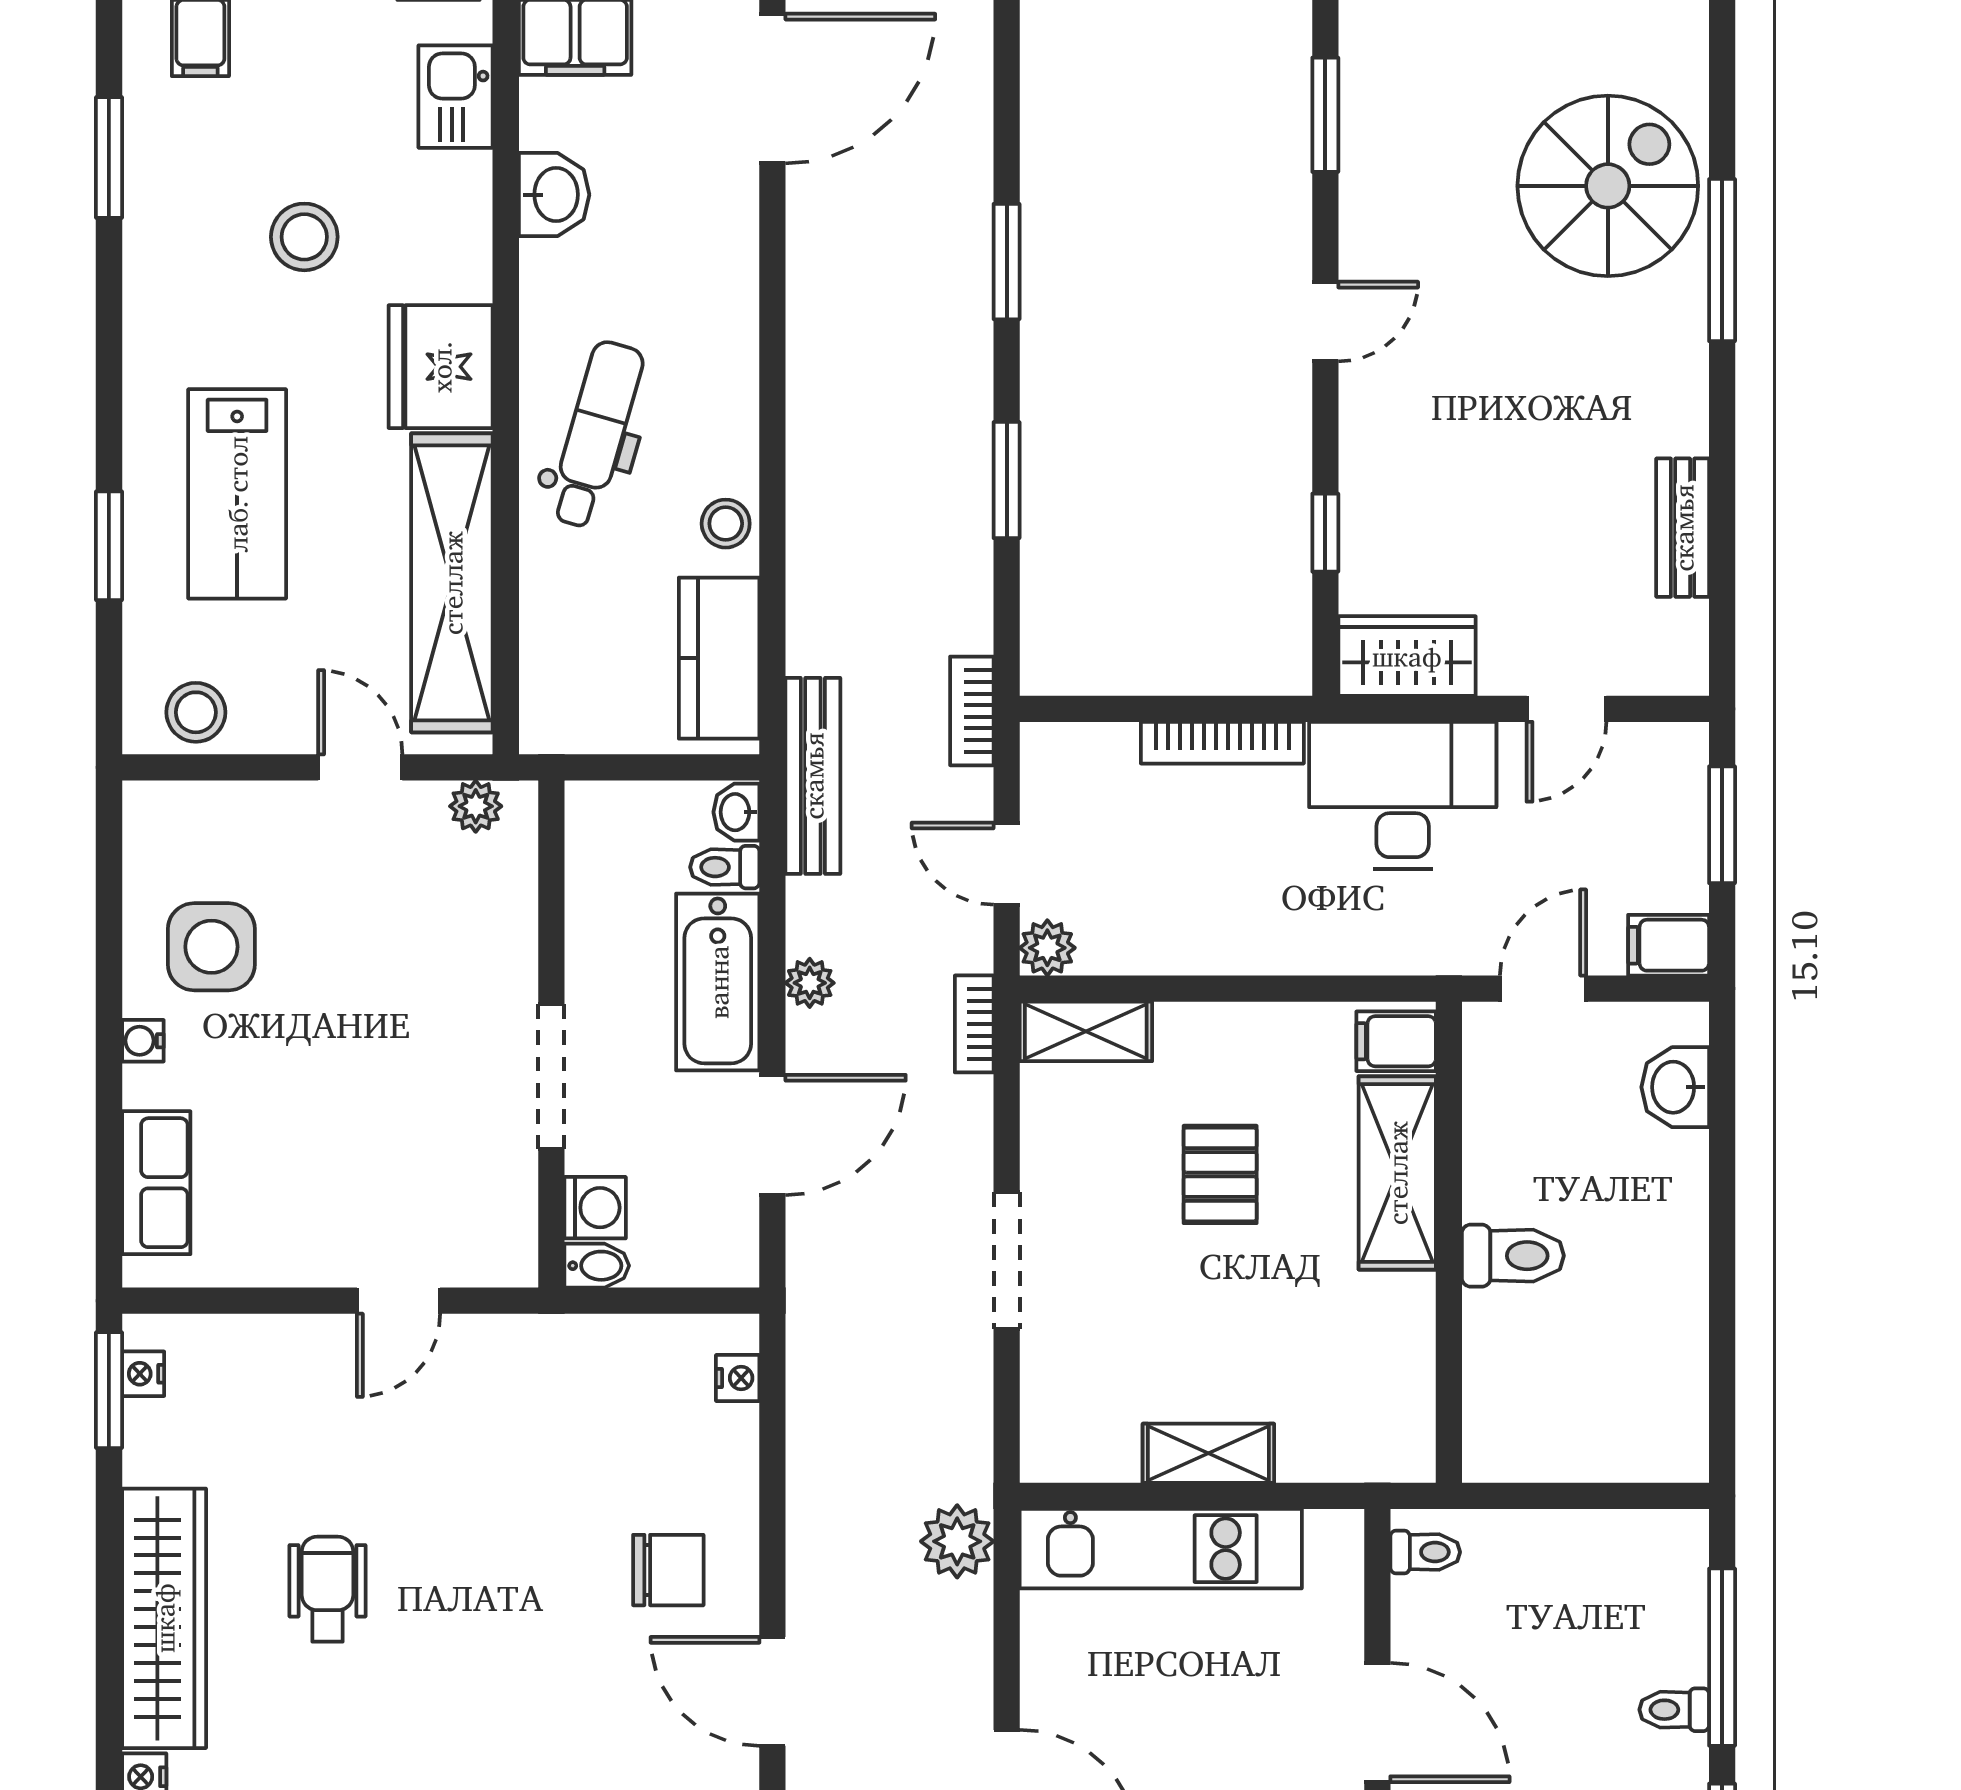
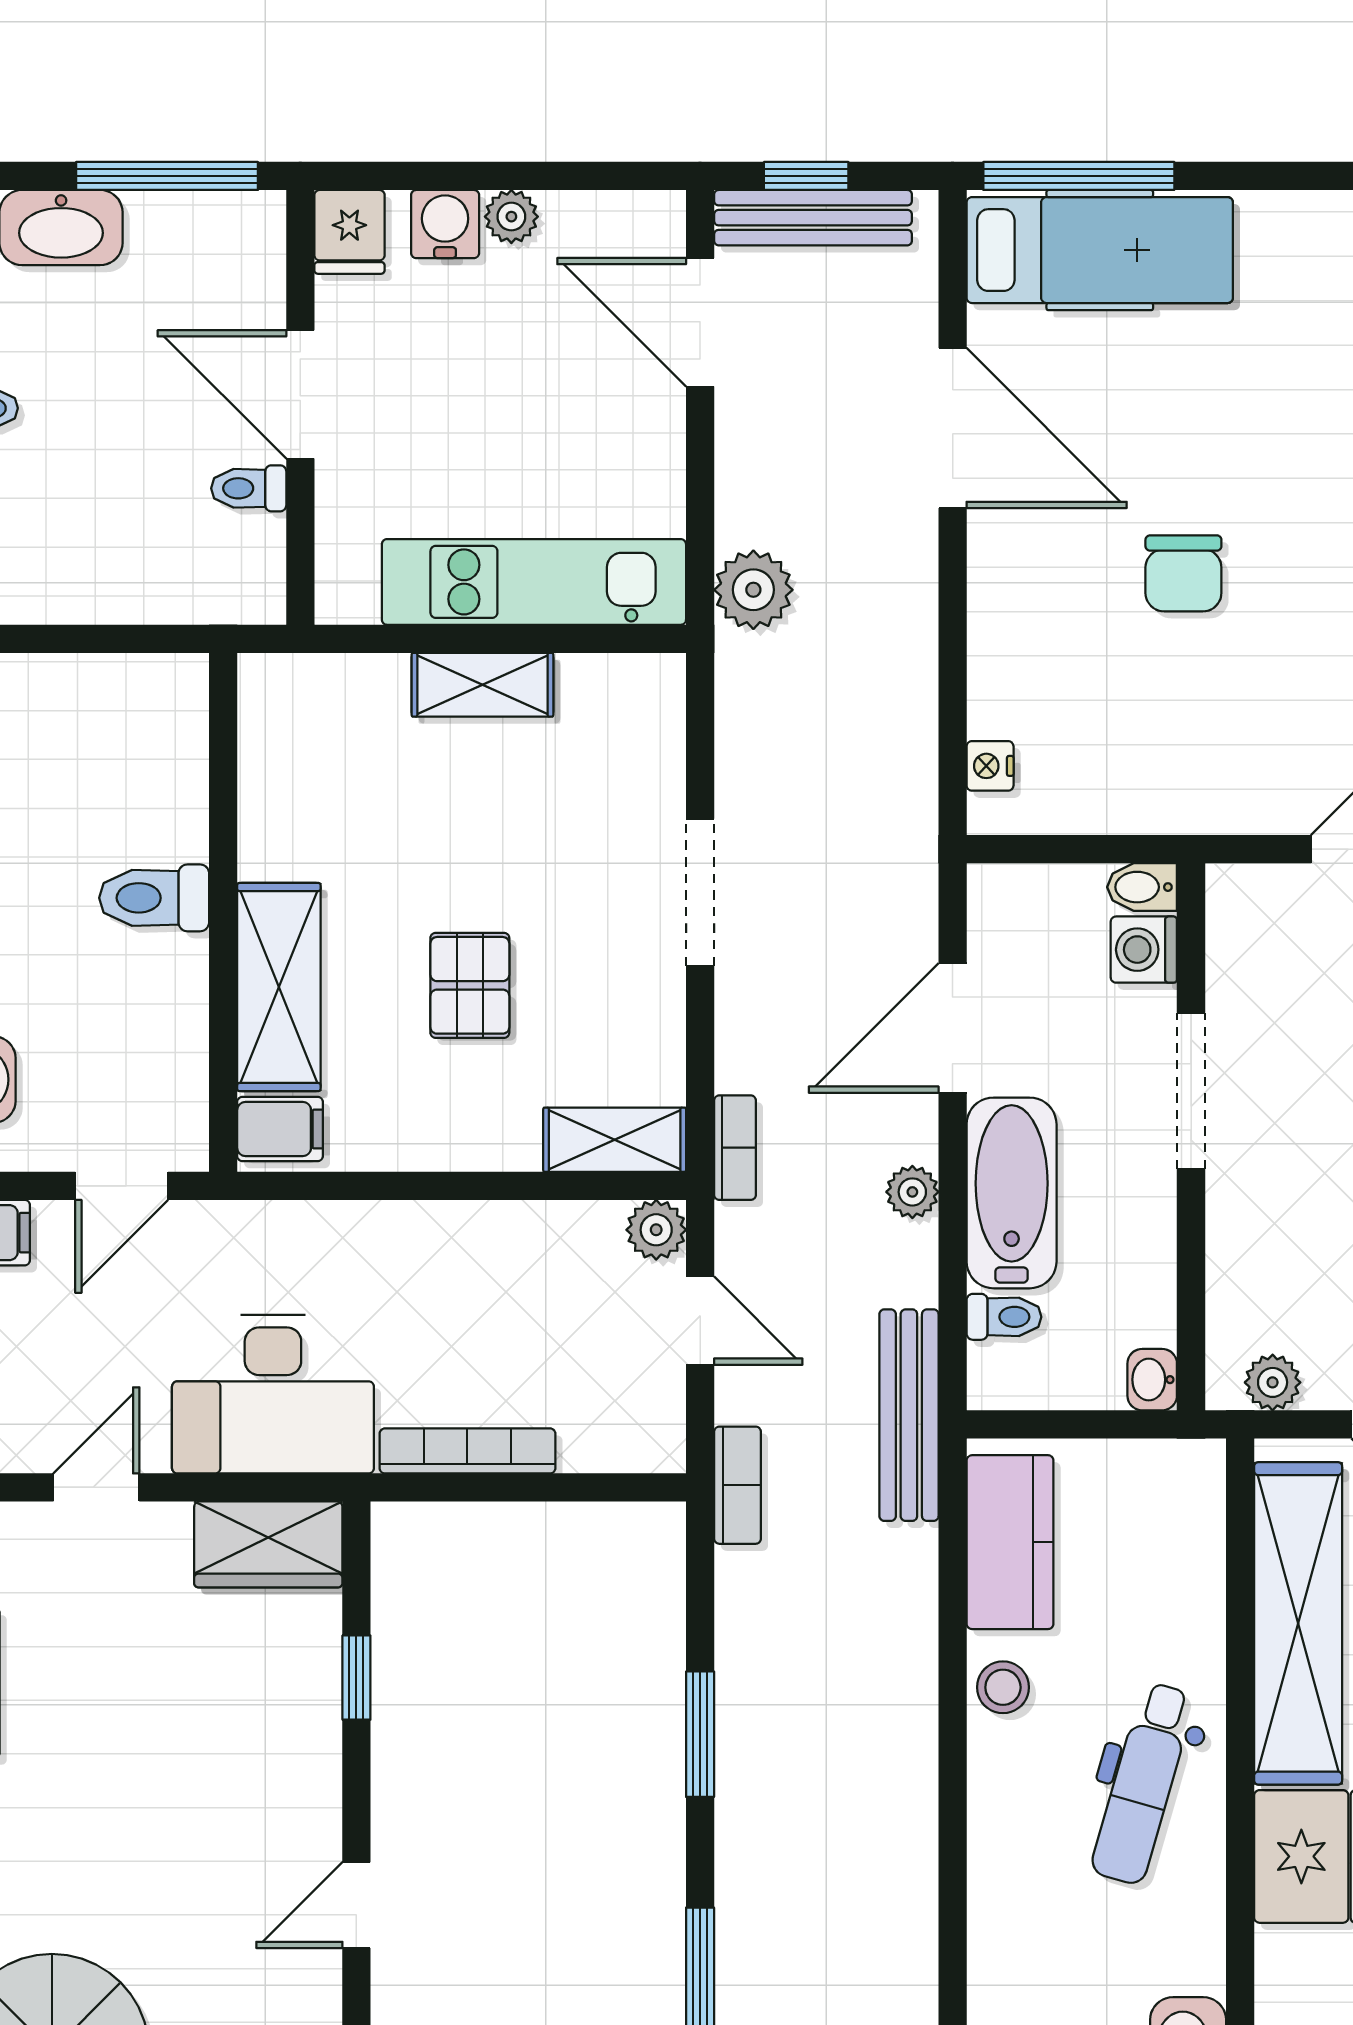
washbasin: (736, 812) -> (1152, 1380), moved, turned 180
toilet: (1425, 1552) -> (249, 488), moved
chair: (668, 1570) -> (1183, 573), moved, turned -90
door: (772, 1691) -> (953, 428), width x1.36

